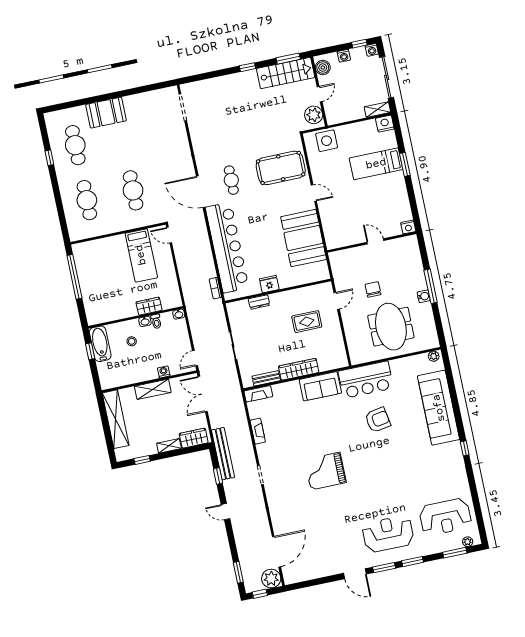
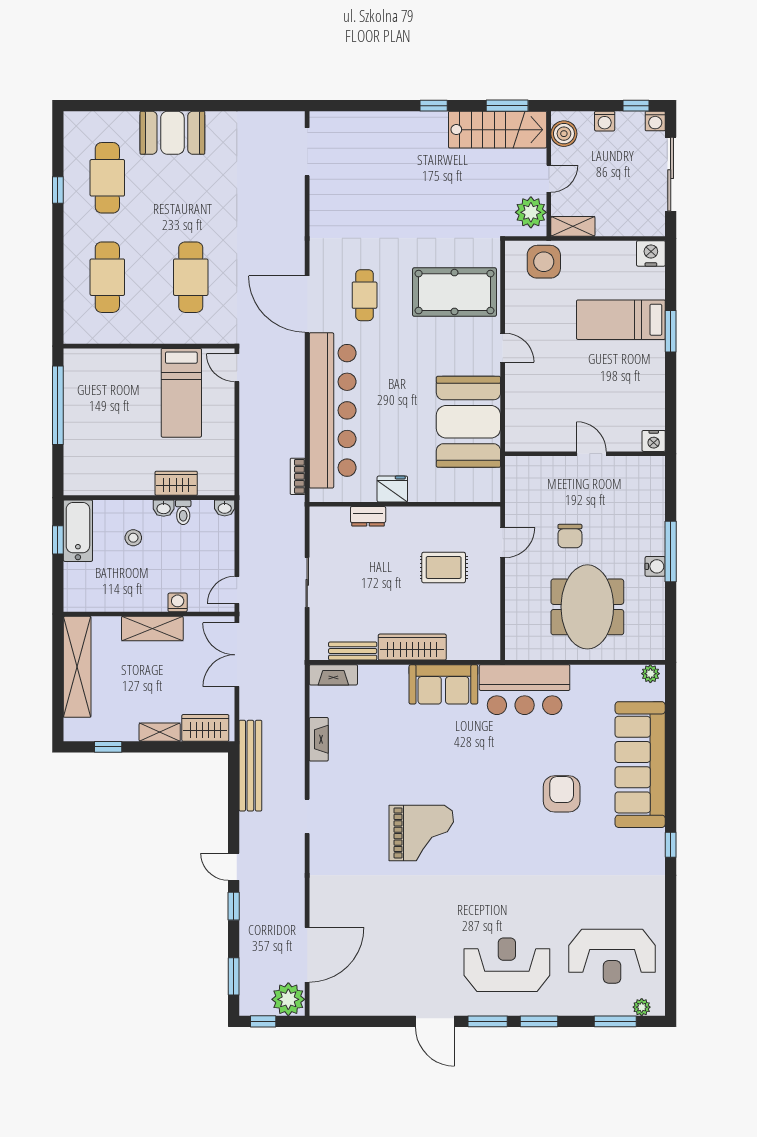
shelving: (377, 110) -> (573, 226), moved
chair: (373, 289) -> (570, 536), turned 180
armchair: (378, 420) -> (562, 794), moved, turned -80
grand piano: (325, 471) -> (421, 833), turned 180
window: (218, 476) -> (234, 906), moved

